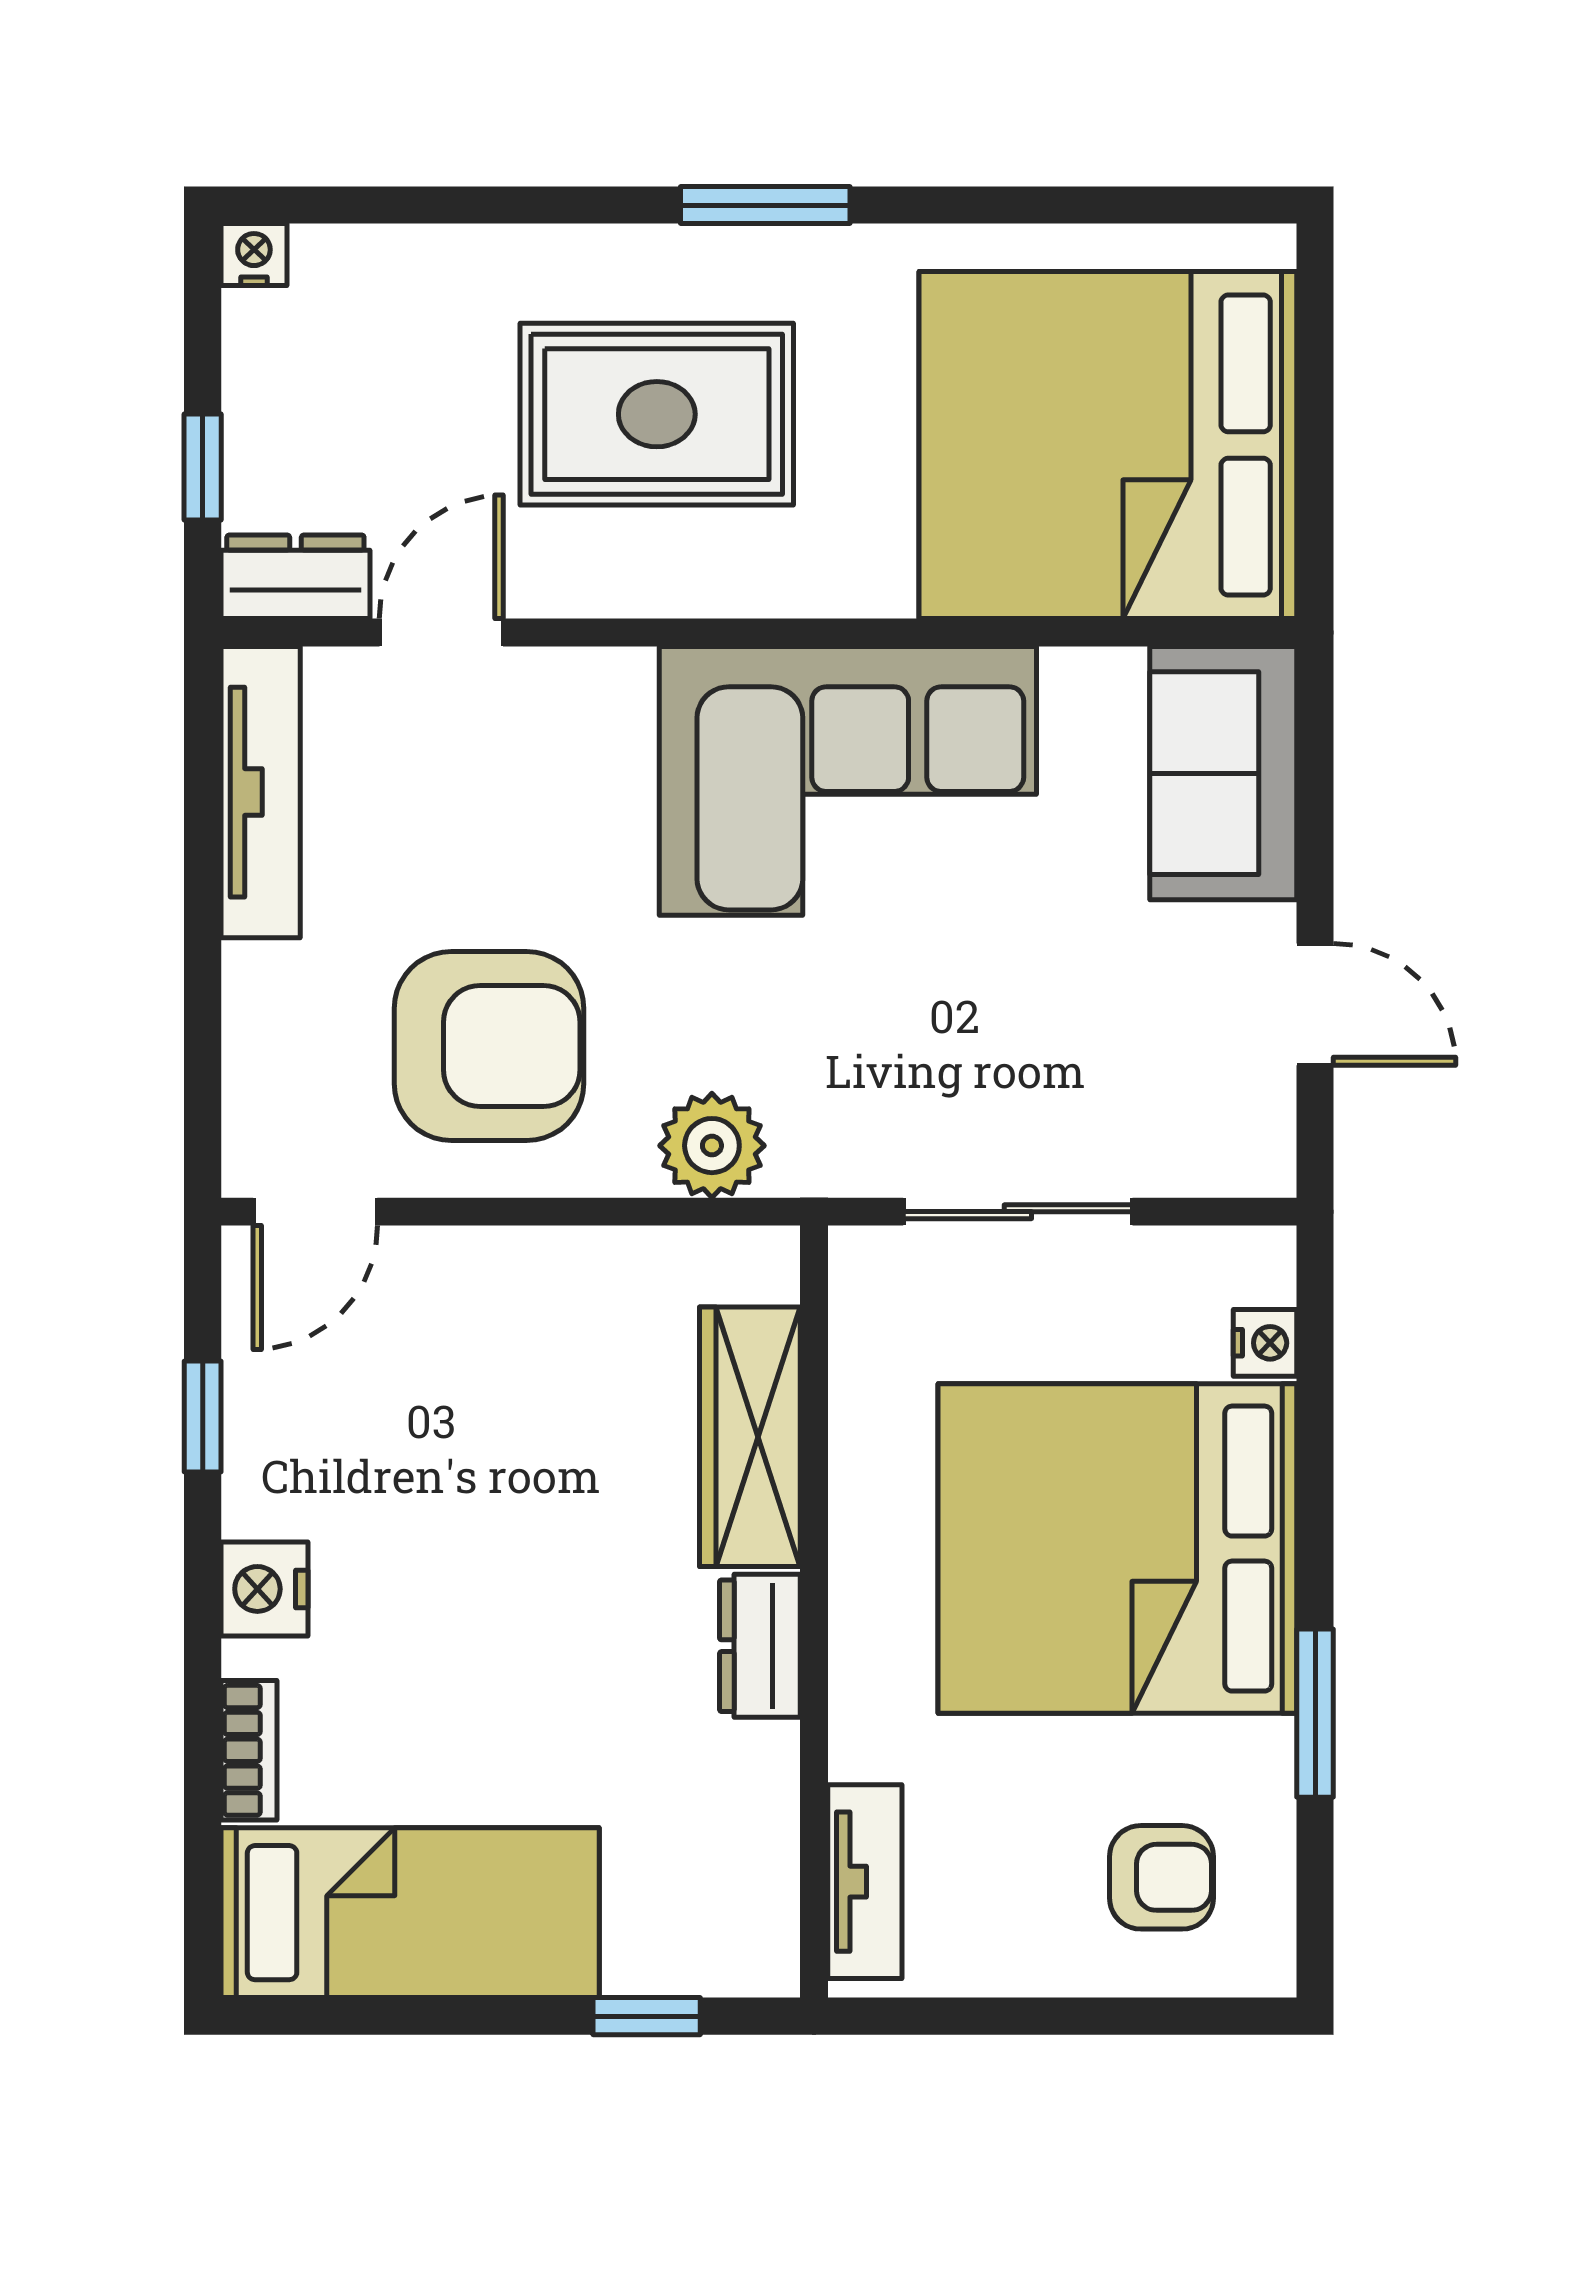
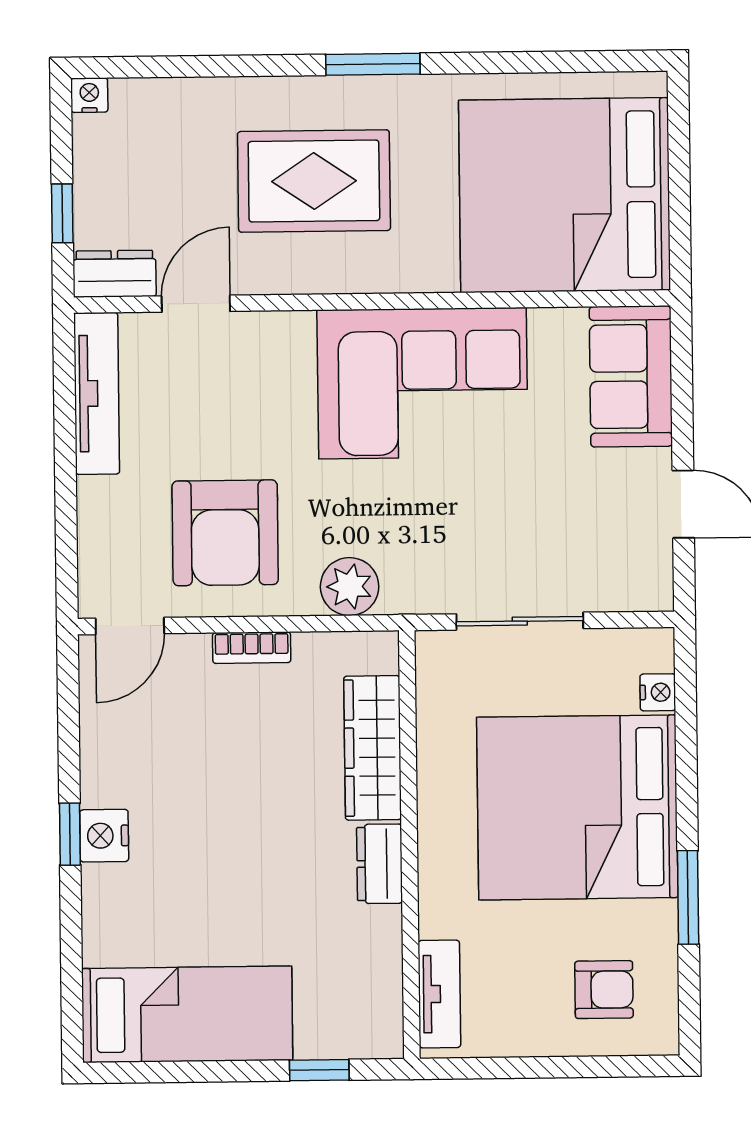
armchair: (489, 1046) -> (225, 533), turned 90
window: (203, 1416) -> (70, 834), moved
bookcase: (249, 1750) -> (252, 648), moved, turned 90

